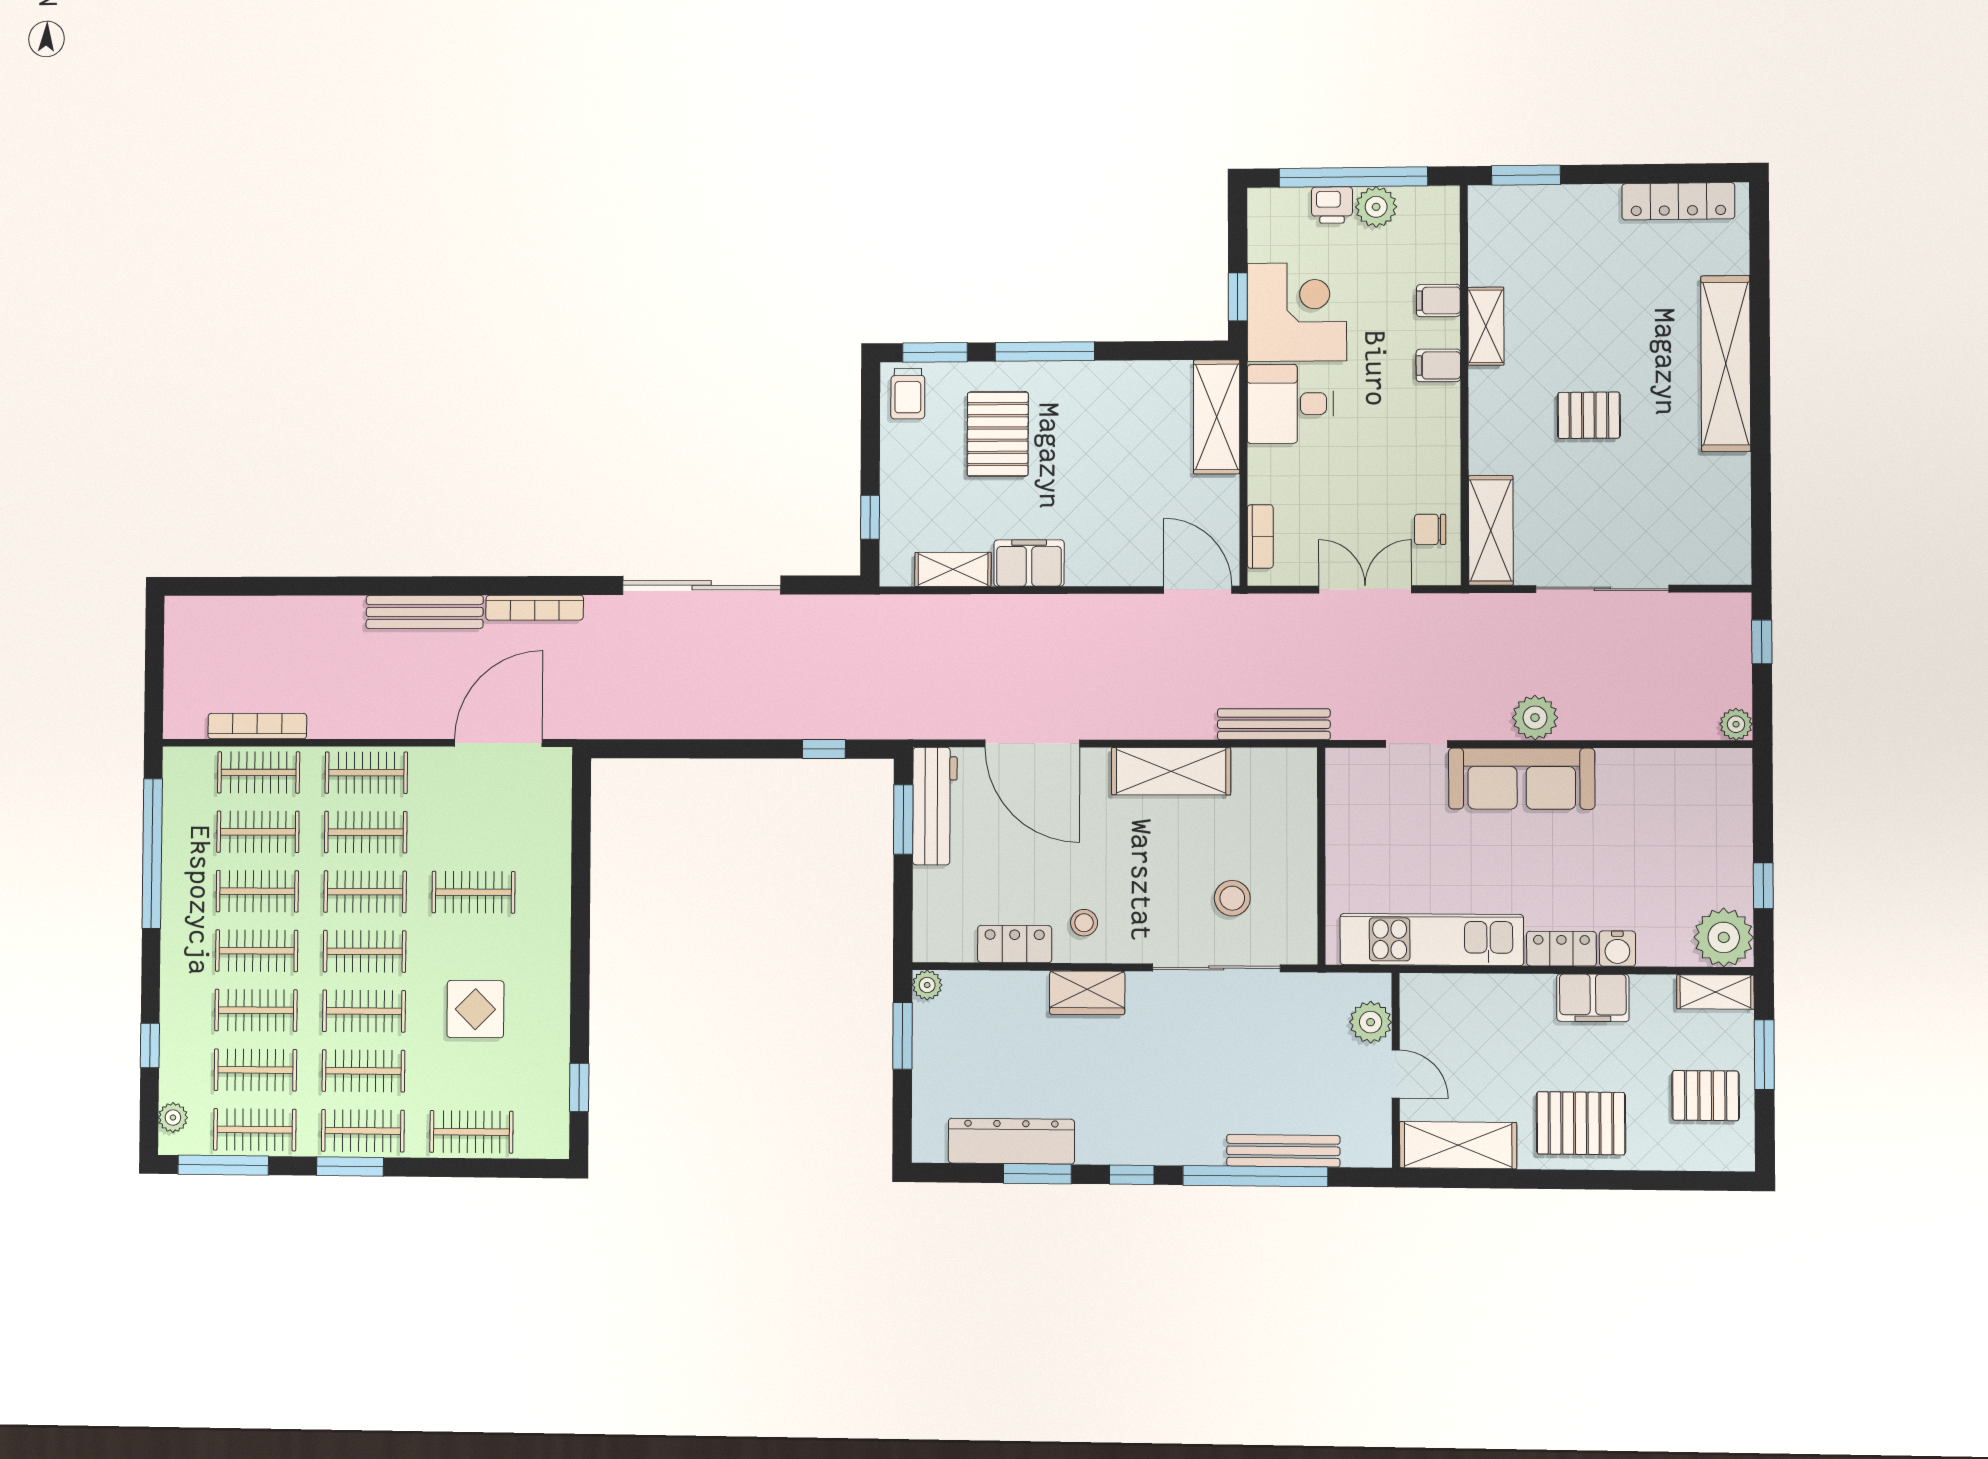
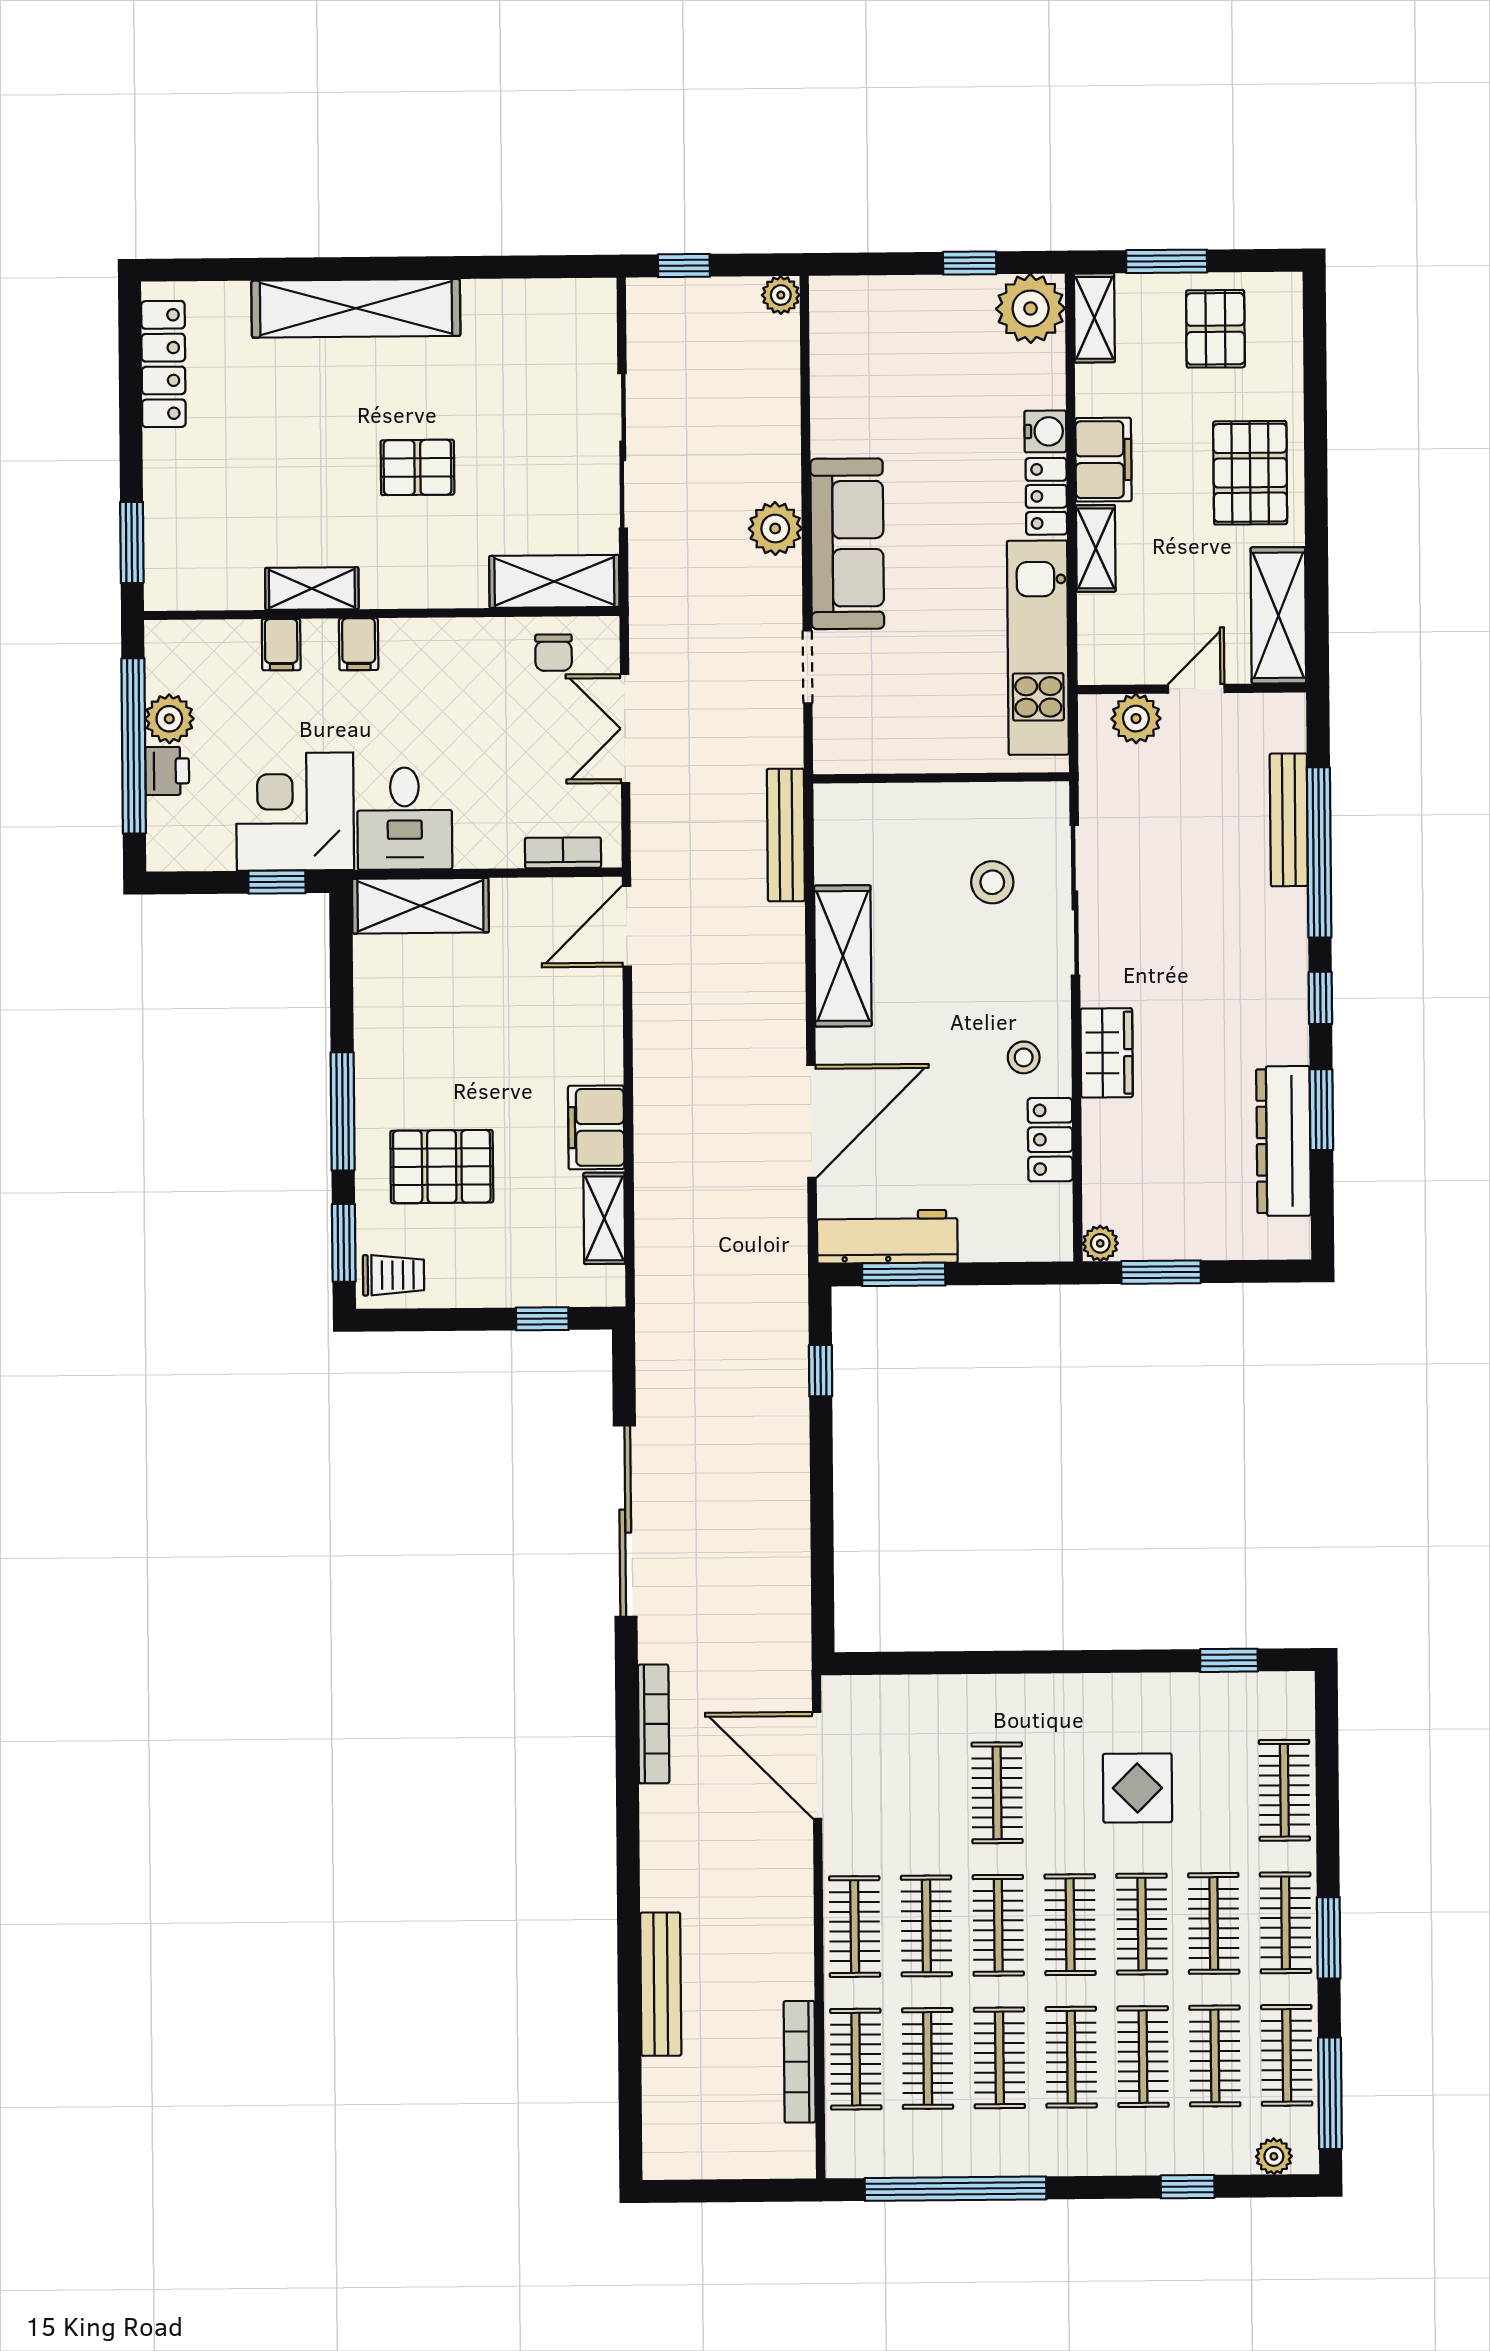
pallet: (1589, 415) -> (417, 467), turned 90
bench: (425, 612) -> (661, 1984), moved
shelving: (1517, 990) -> (1096, 548), added

